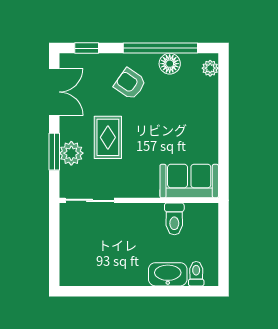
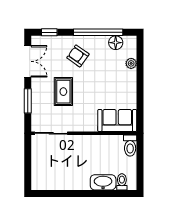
floor lamp: (170, 64) -> (116, 43), moved
plant: (210, 68) -> (131, 63), moved
plant: (71, 153) -> (39, 102), removed
toilet: (174, 219) -> (130, 146), moved

